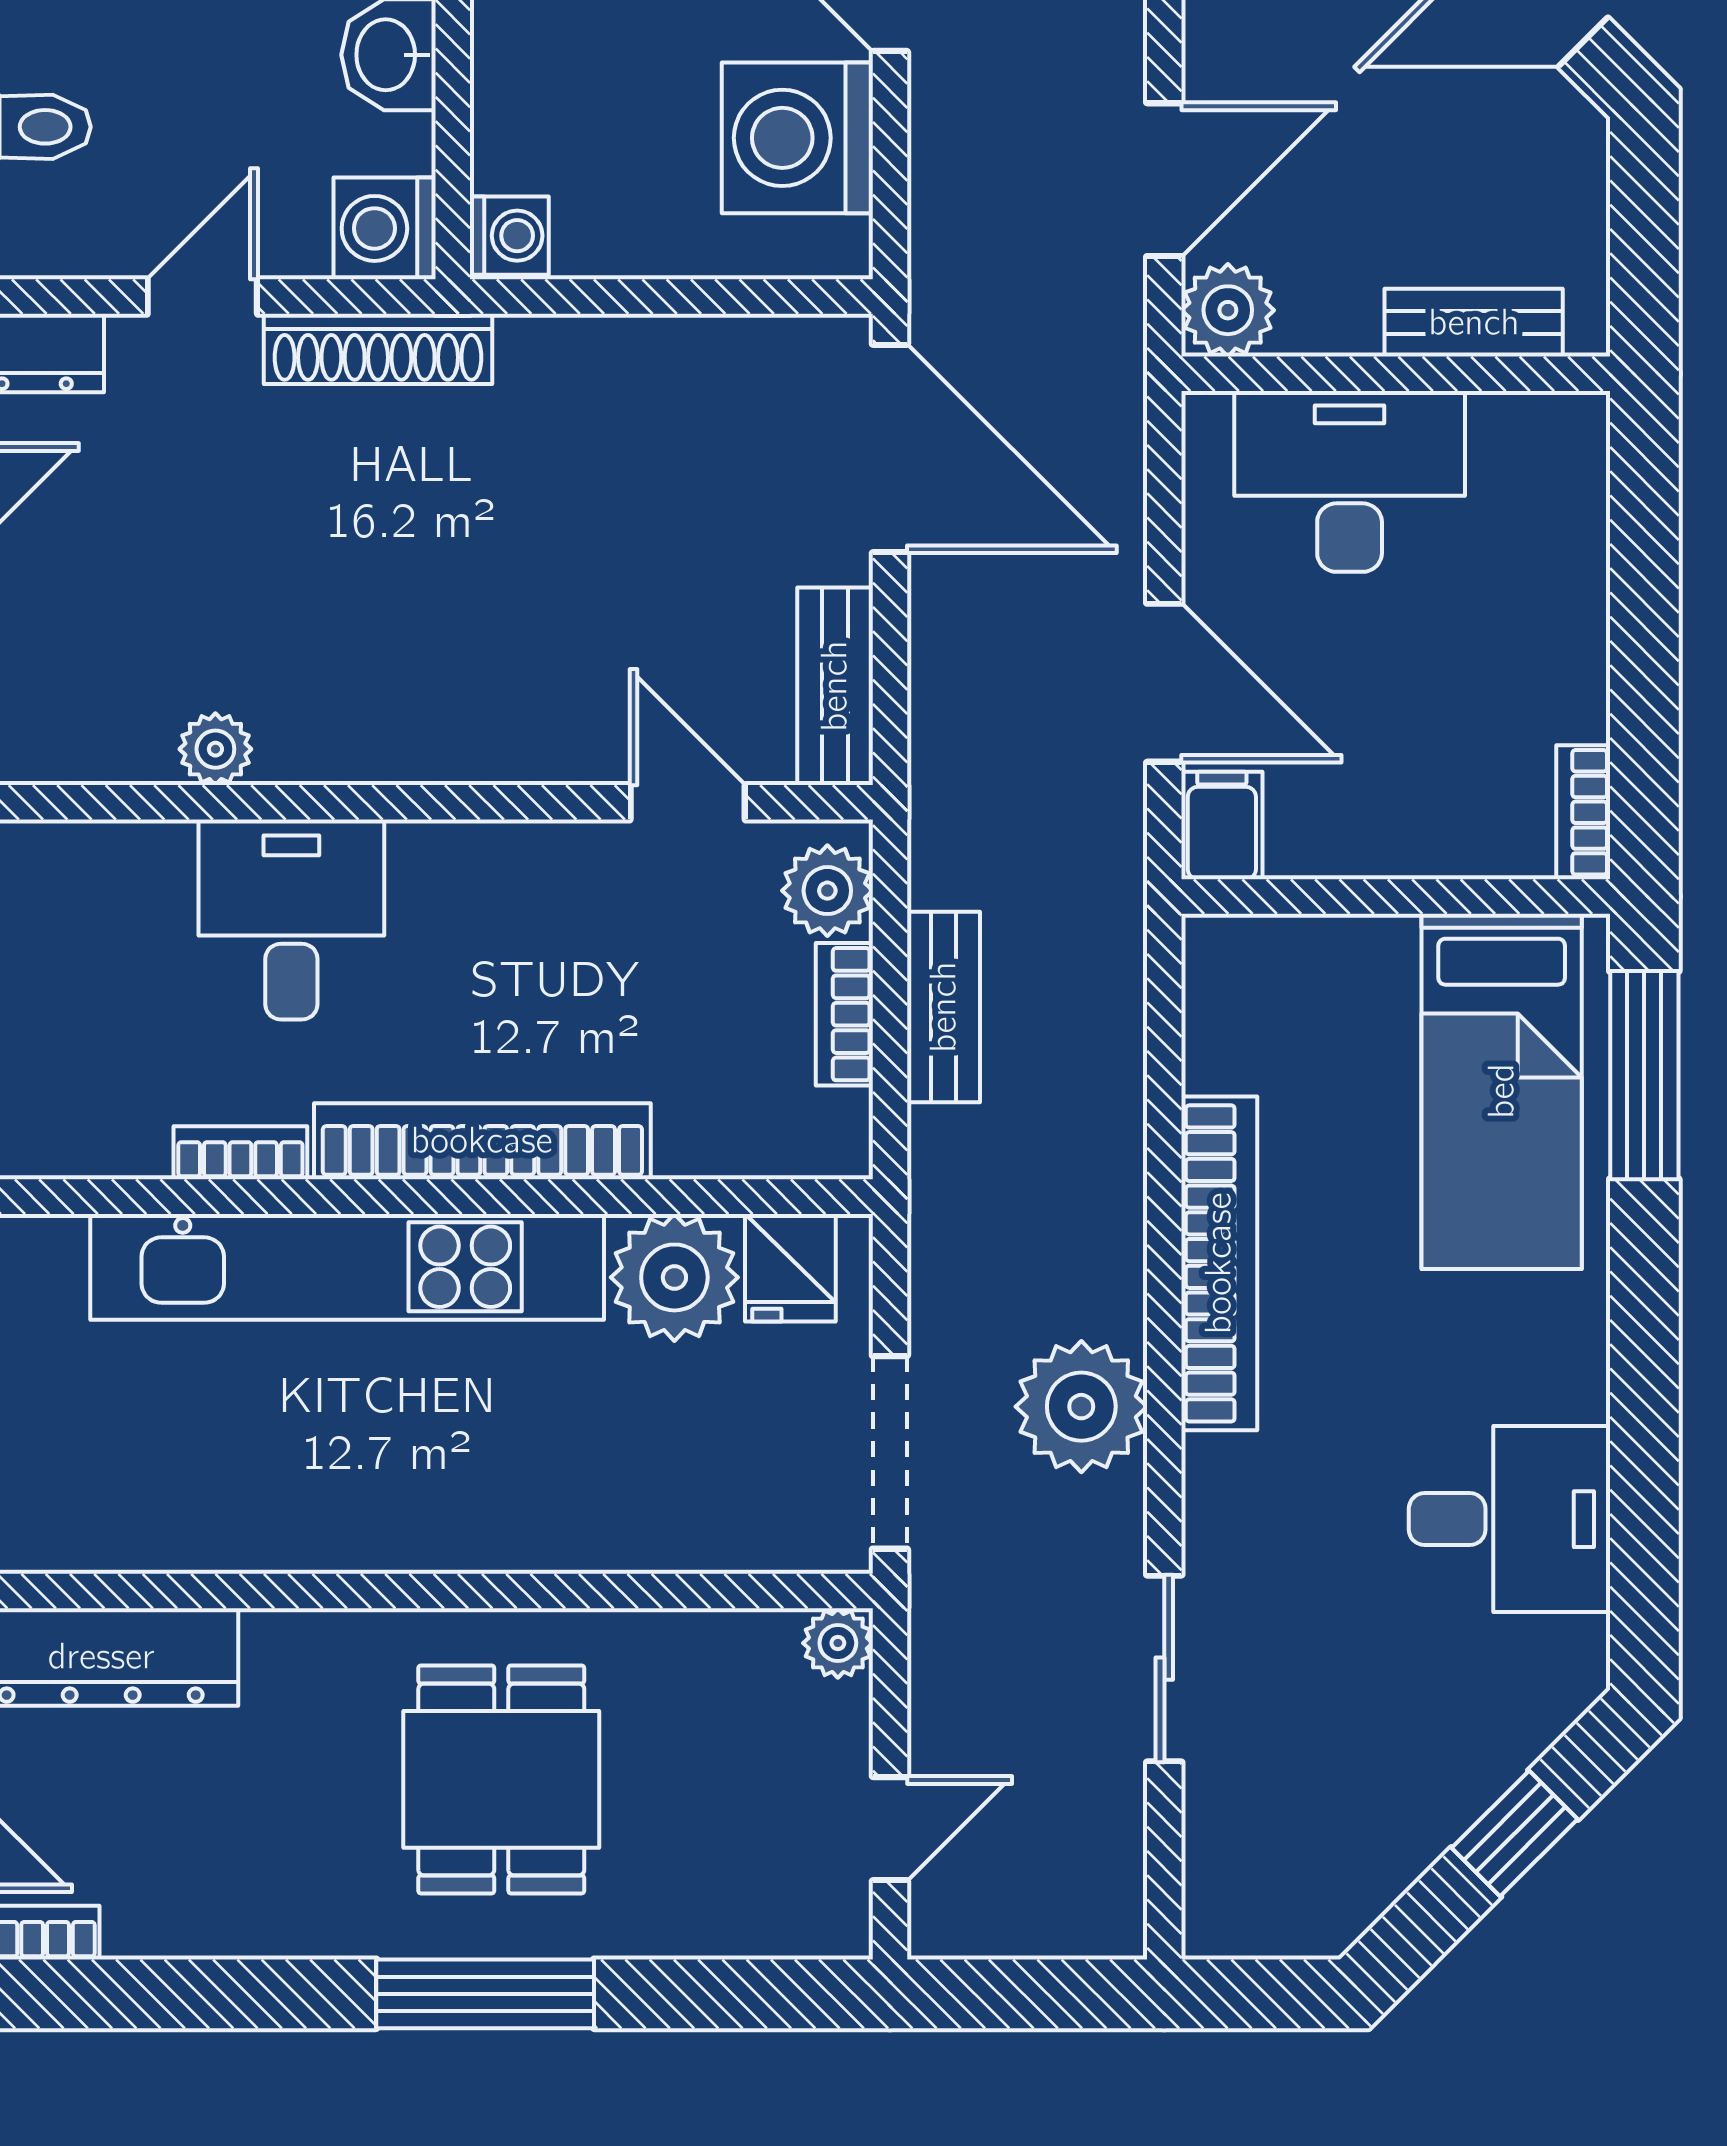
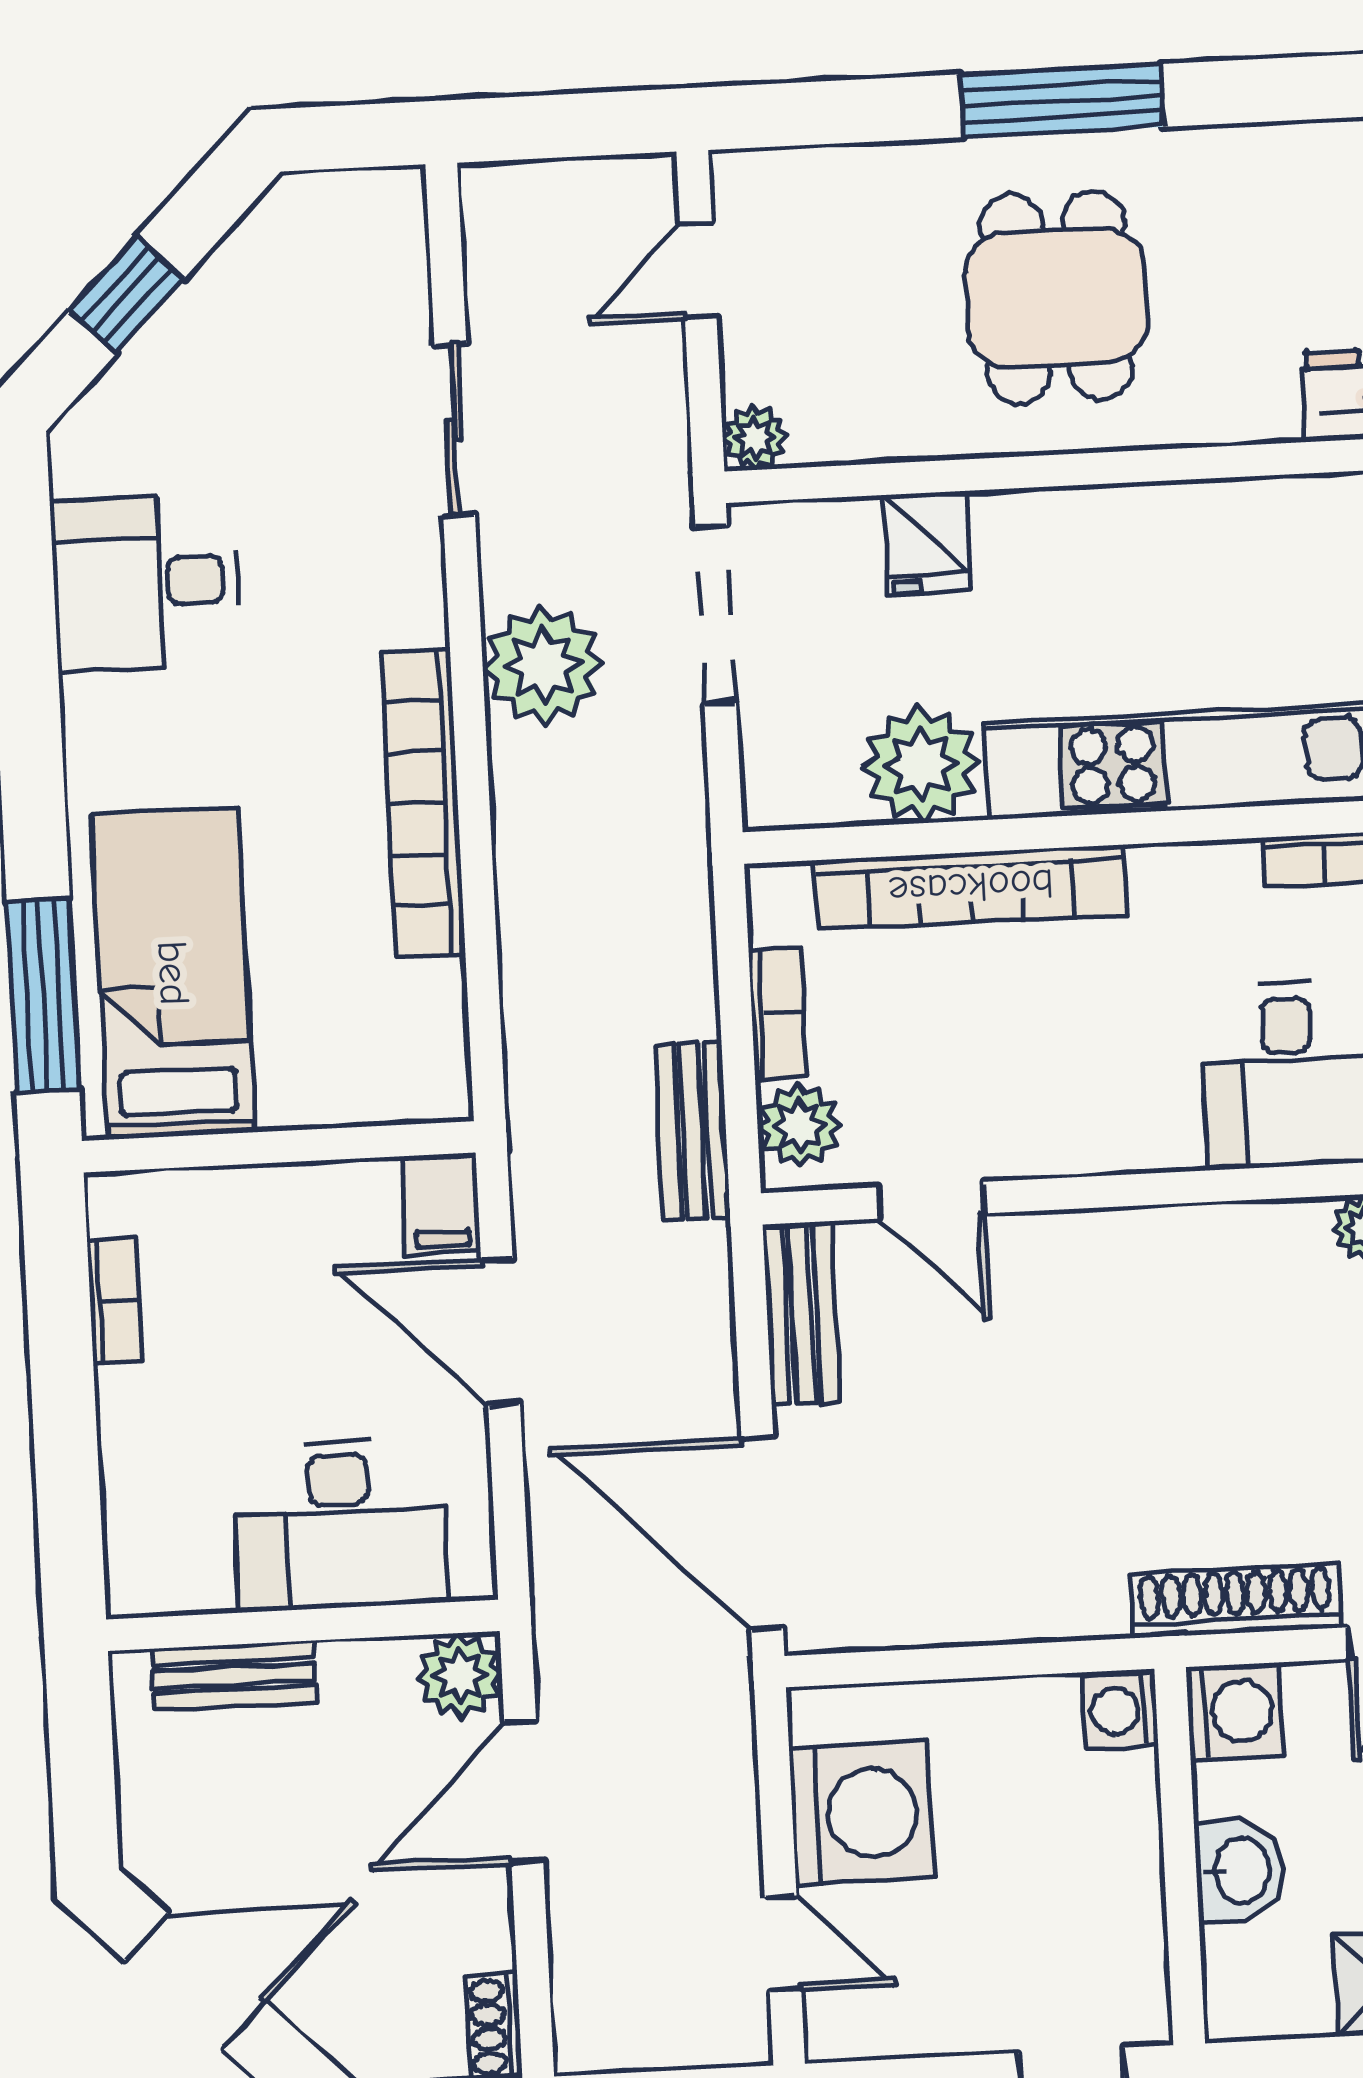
bookcase: (1583, 812) -> (115, 1301), moved
bench: (944, 1007) -> (693, 1131), moved
bookcase: (482, 1141) -> (971, 887), moved
fridge: (790, 1268) -> (927, 542), moved, turned 180

